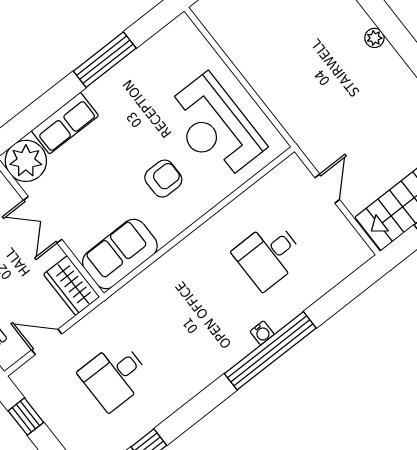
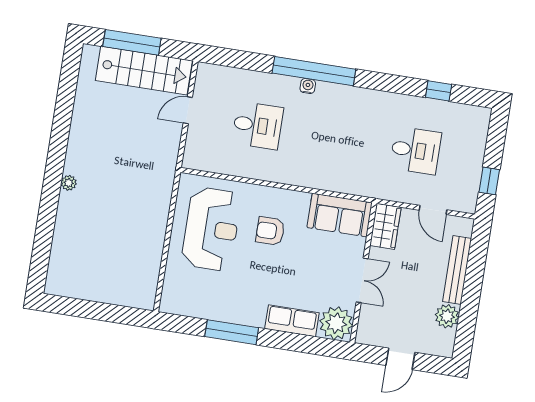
door: (327, 189) -> (188, 110), moved

